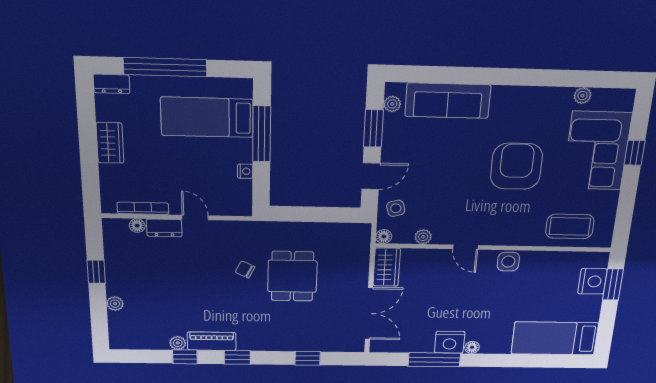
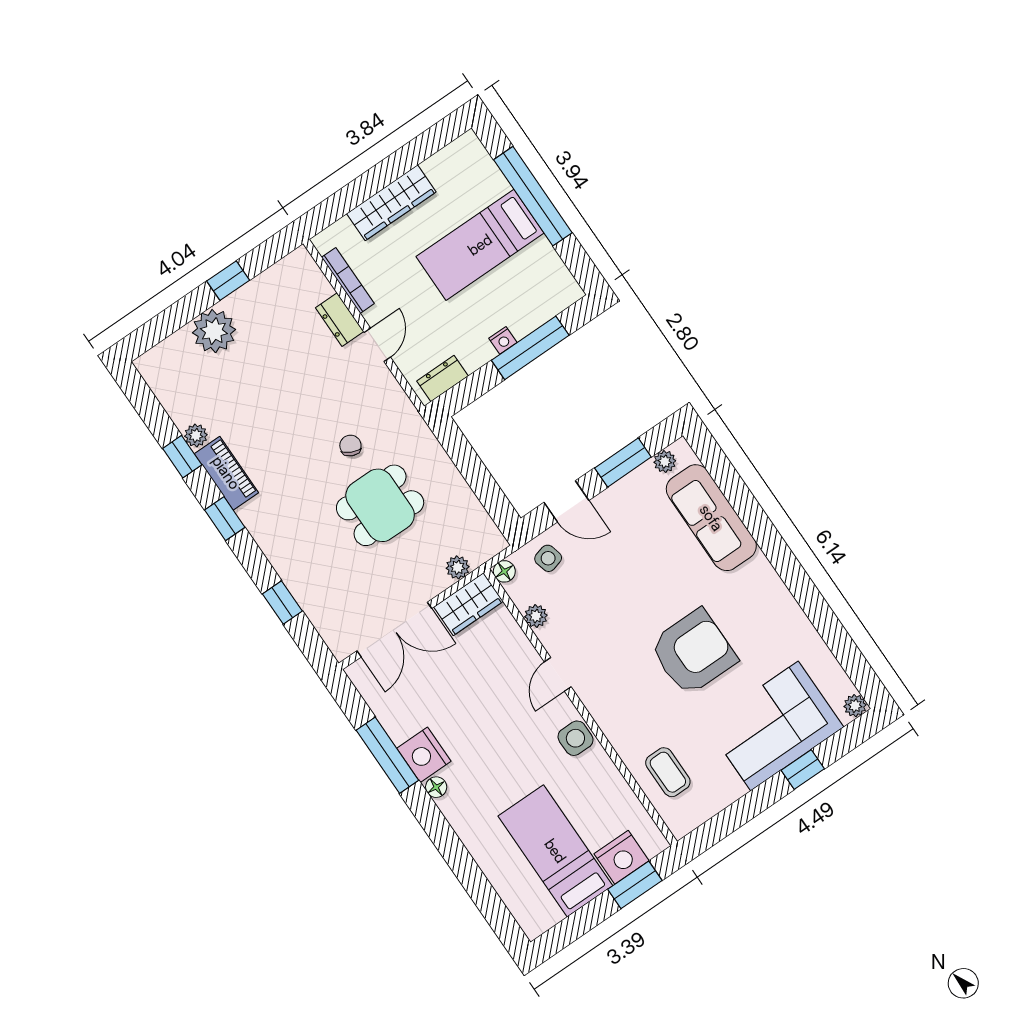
dresser: (112, 84) -> (442, 378), moved, turned 90
plant: (582, 96) -> (855, 706), moved
bed: (207, 117) -> (480, 245), moved, turned -90
wardrobe: (110, 143) -> (391, 203), width x1.50
nightstand: (245, 171) -> (503, 340), moved
floor lamp: (137, 226) -> (321, 288), removed
coffee table: (570, 226) -> (668, 772), width x0.73, depth x0.77
plant: (361, 259) -> (458, 567), added
plant: (115, 304) -> (214, 331), width x1.88, depth x1.88
bed: (555, 338) -> (555, 851), moved

